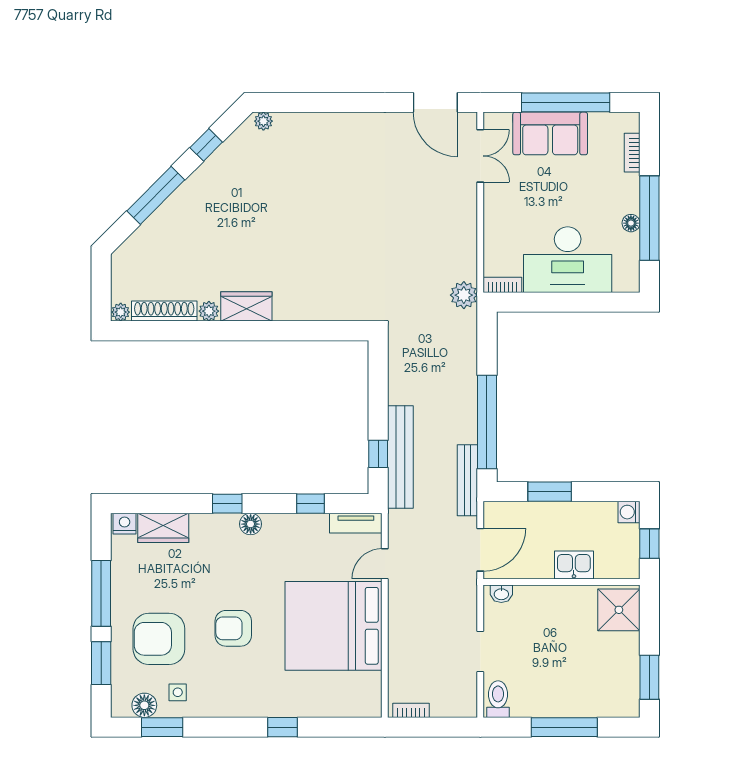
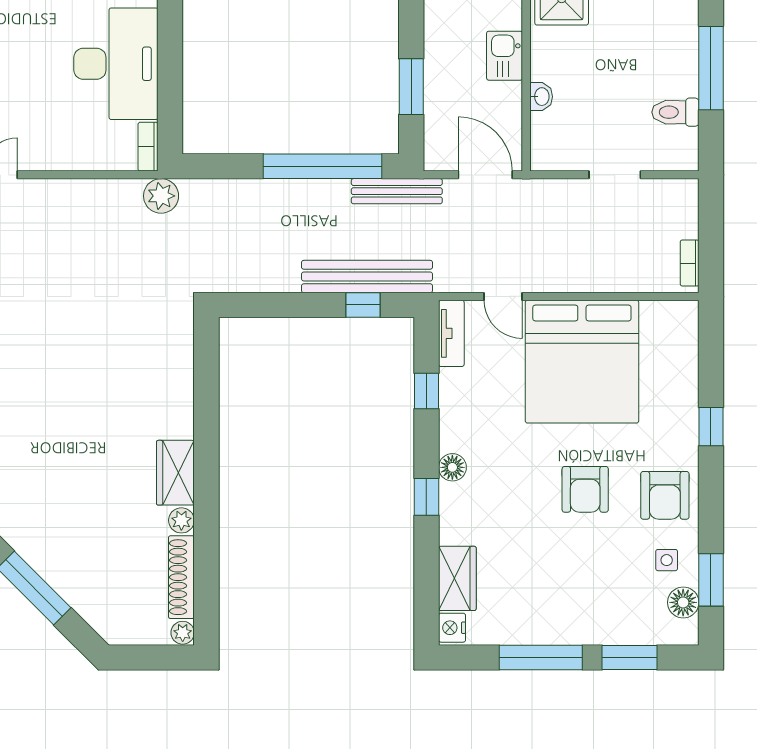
washbasin: (501, 594) -> (541, 97), moved
armchair: (159, 639) -> (665, 495), moved, width x0.73, depth x0.73
toilet: (498, 699) -> (675, 112), moved

